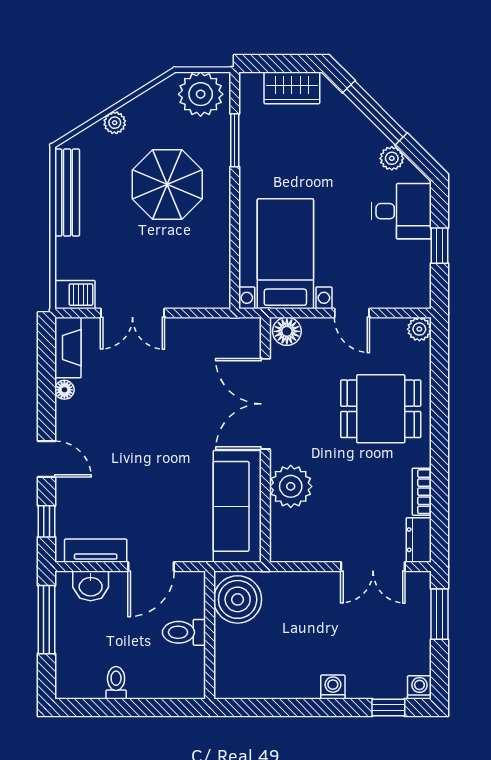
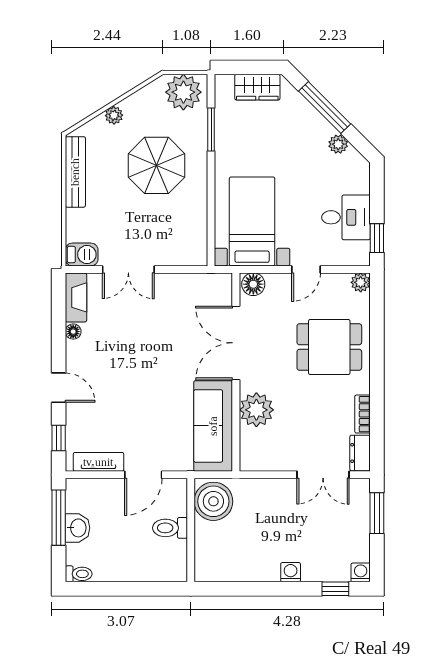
desk: (401, 211) -> (346, 217), moved
window: (440, 246) -> (377, 238), moved
door: (352, 313) -> (306, 269), hinge flipped
washbasin: (91, 586) -> (78, 528), moved, turned -90
toilet: (116, 683) -> (79, 574), moved, turned 90

